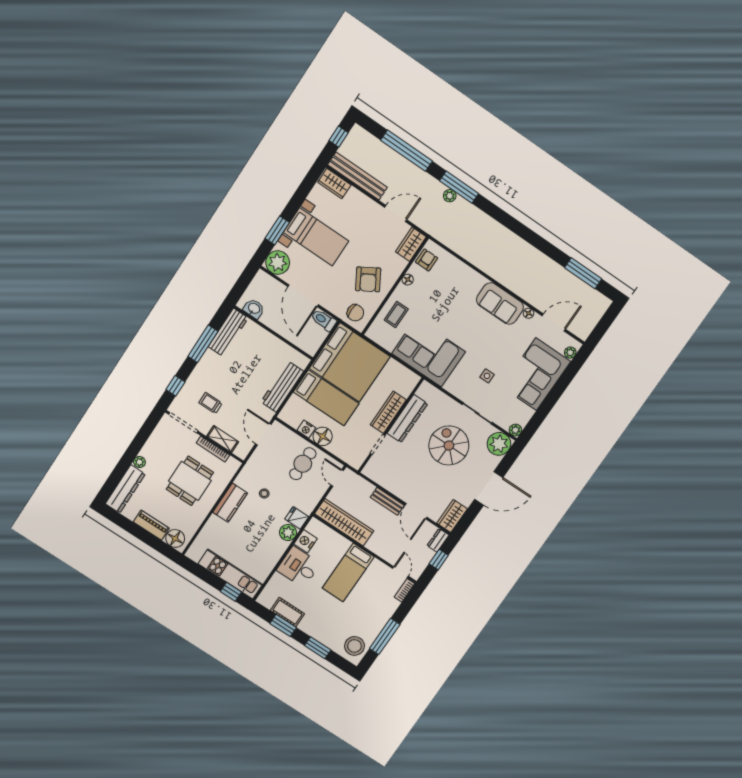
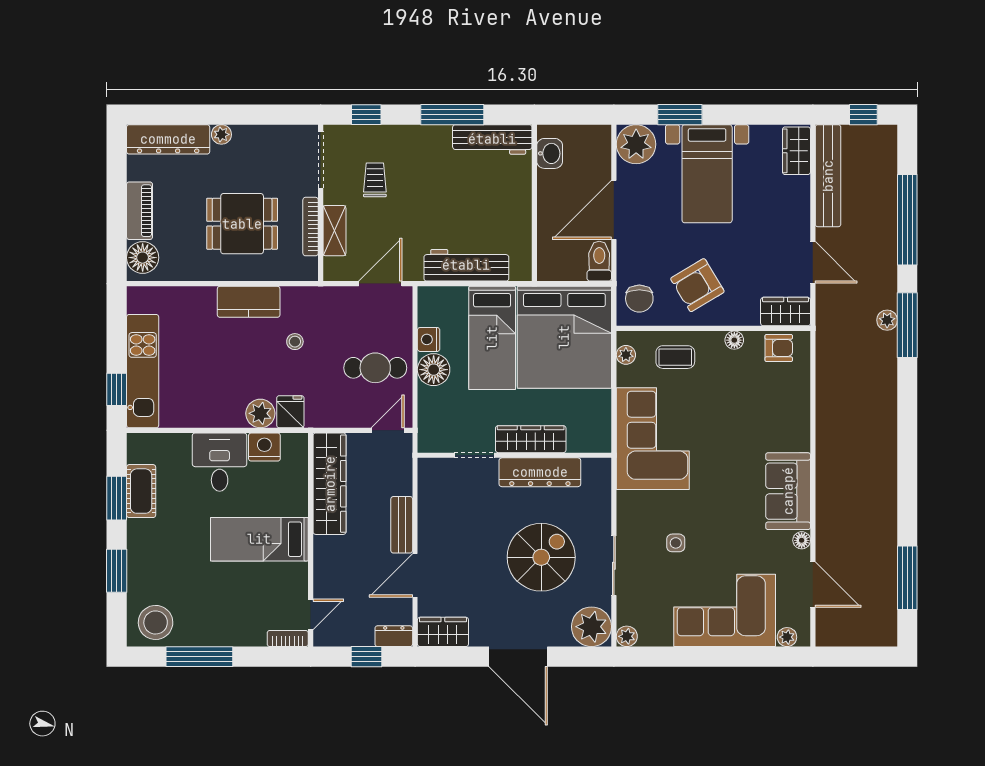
plant: (379, 338) -> (626, 355), added

